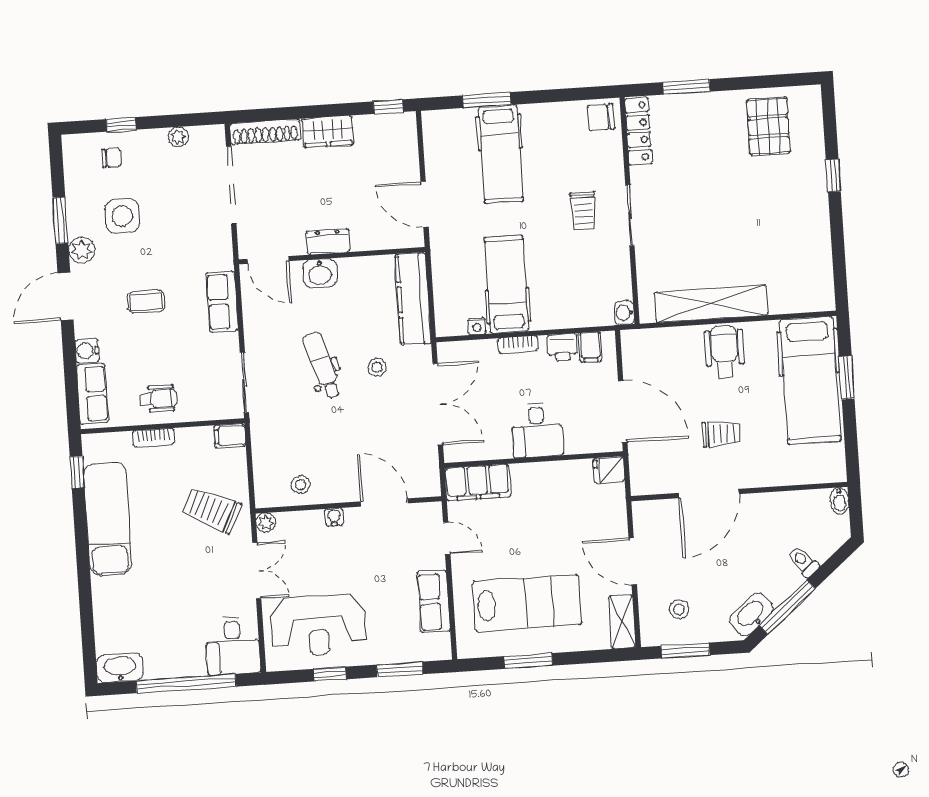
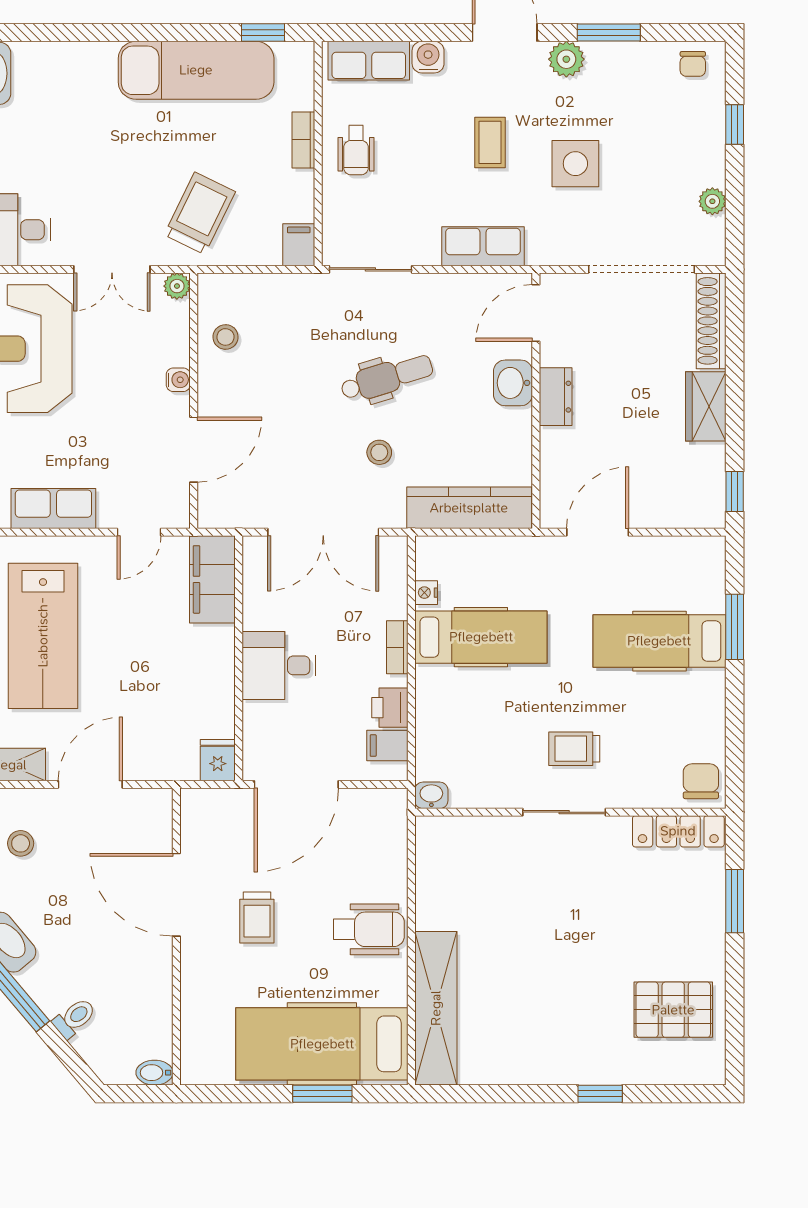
chair: (112, 158) -> (693, 64), moved
side table: (122, 216) -> (575, 164), moved
shelving: (711, 304) -> (436, 1008), moved

